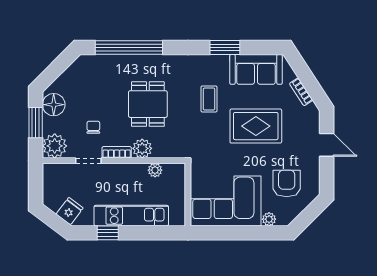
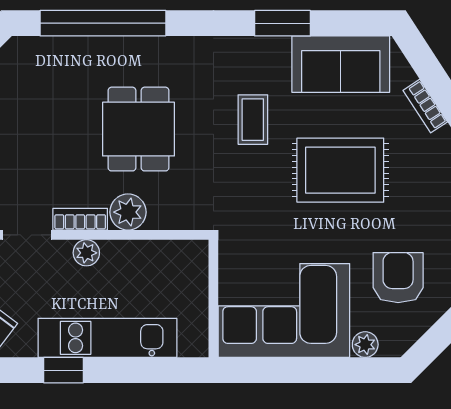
chair: (93, 127) -> (37, 173), removed
plant: (155, 170) -> (86, 253), moved

